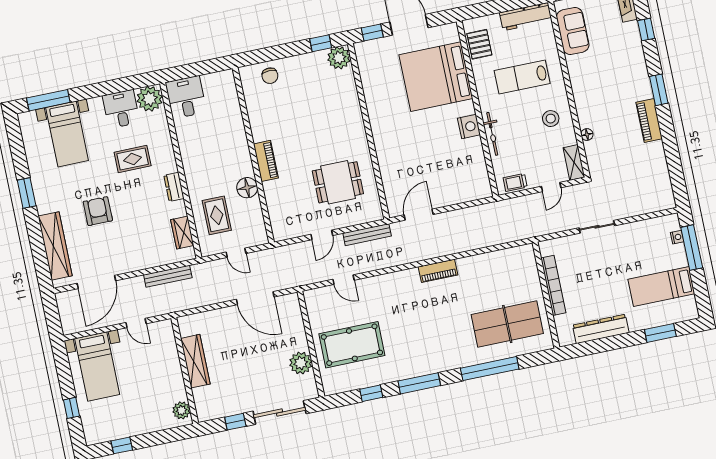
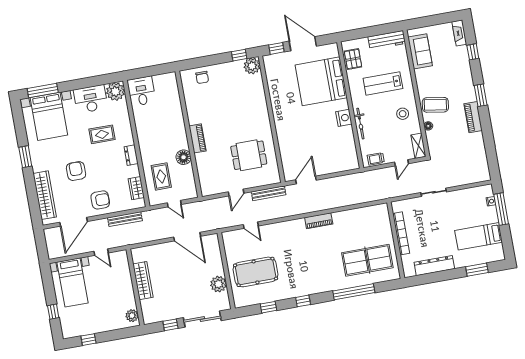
coffee table: (596, 105) -> (435, 105), added
desk: (121, 109) -> (91, 99), width x1.37
bed with nightstands: (67, 134) -> (49, 116), width x1.36
armchair: (133, 250) -> (100, 200), added
window: (419, 383) -> (303, 301), width x0.46

